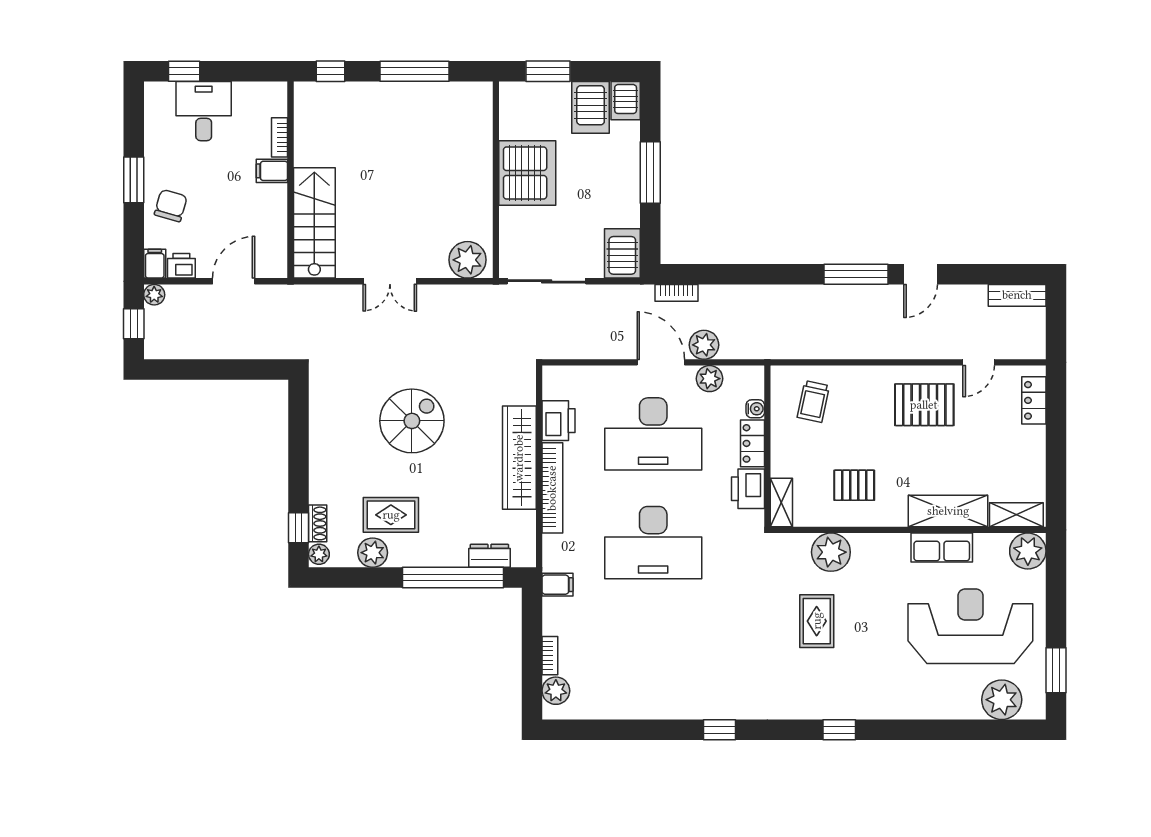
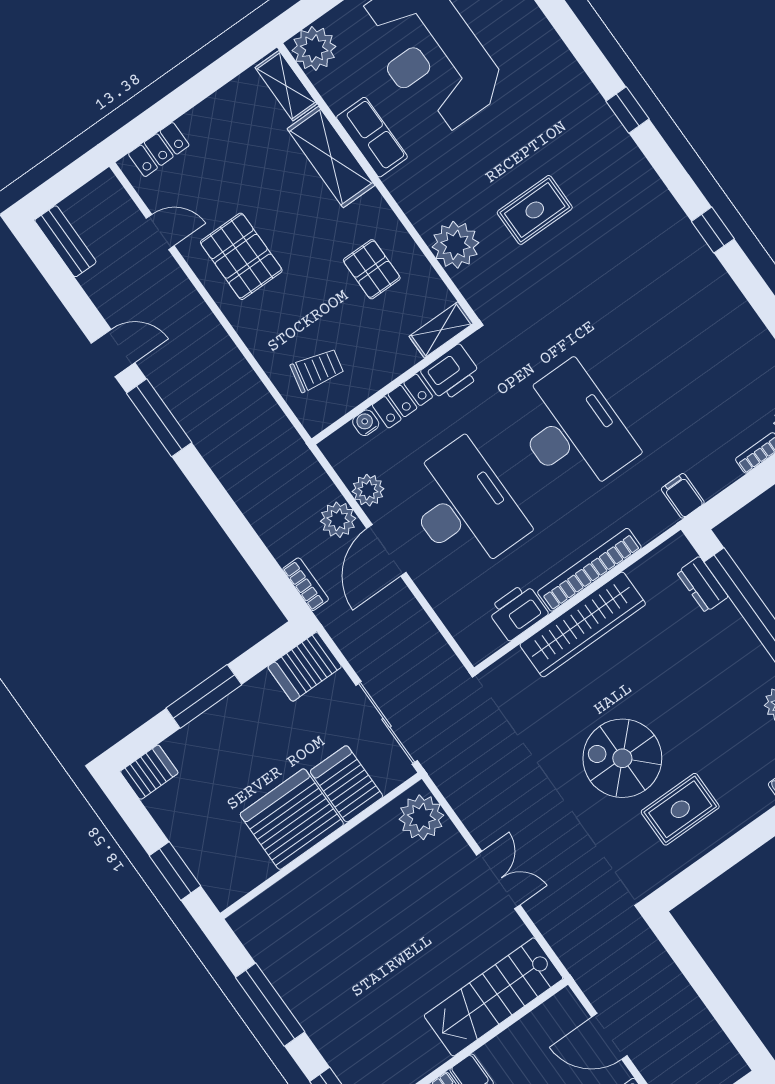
server rack: (591, 107) -> (346, 784), moved, turned -90
rug: (391, 515) -> (680, 809), moved, turned 90

